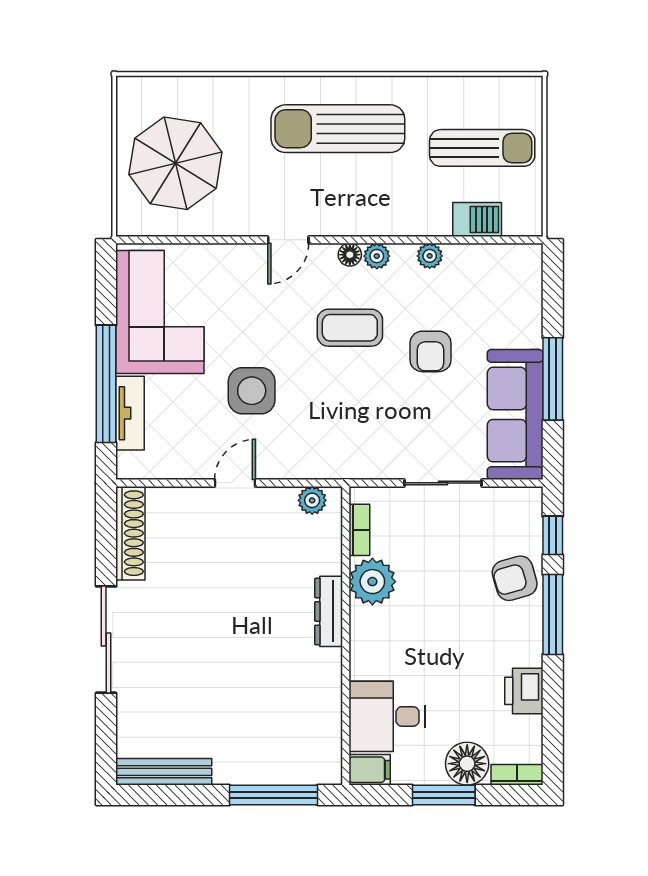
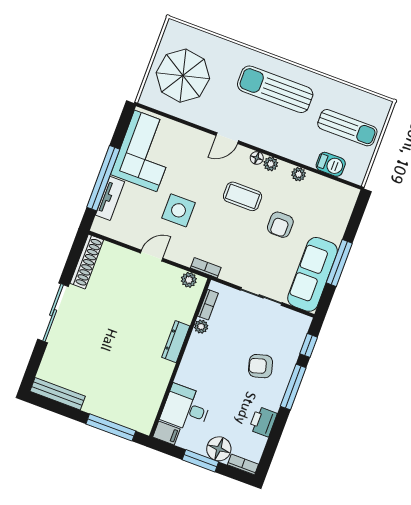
bookcase: (333, 470) -> (206, 268), added
armchair: (515, 578) -> (261, 366), moved
plant: (372, 582) -> (201, 327), width x0.53, depth x0.53

